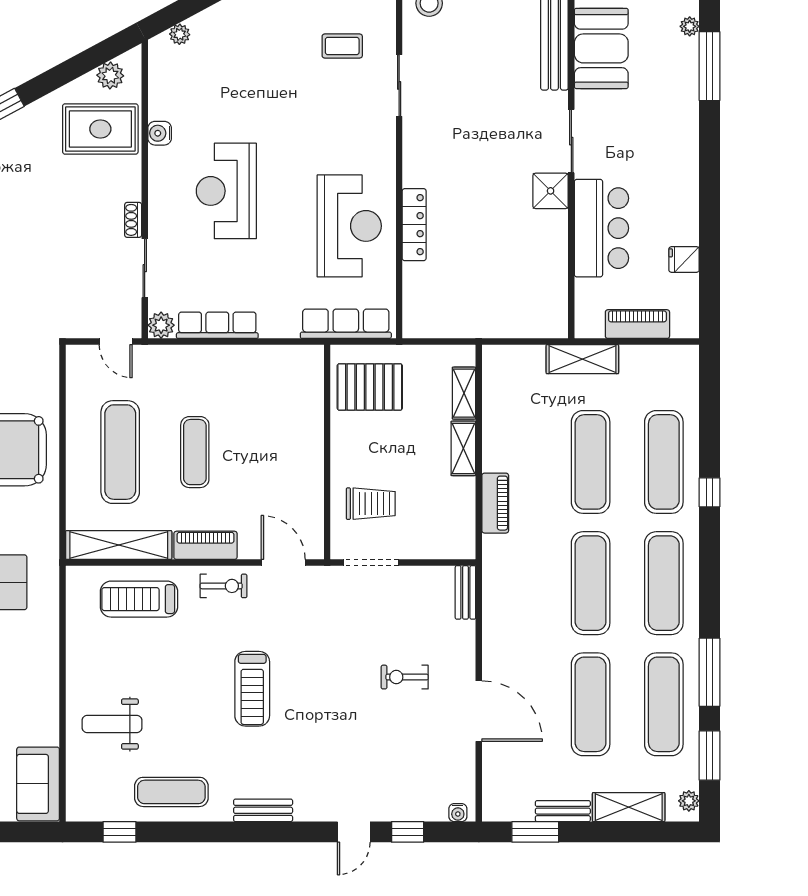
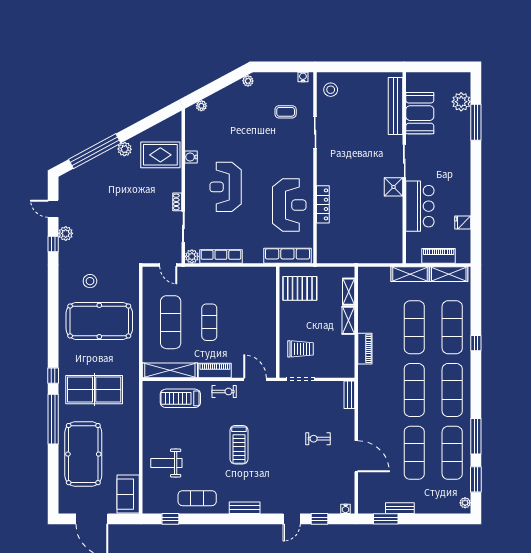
plant: (690, 26) -> (461, 102), width x1.88, depth x1.88
plant: (110, 75) -> (125, 149), moved
shelving: (629, 807) -> (449, 274), moved

